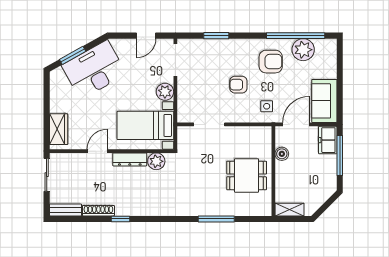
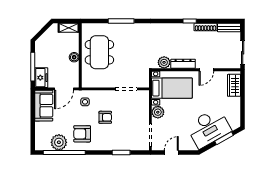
boiler: (282, 154) -> (74, 57), moved
dining table: (247, 175) -> (99, 52), width x1.37

